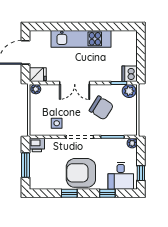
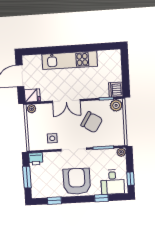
armchair: (81, 173) -> (77, 181), turned 90
window: (69, 193) -> (54, 201), moved

